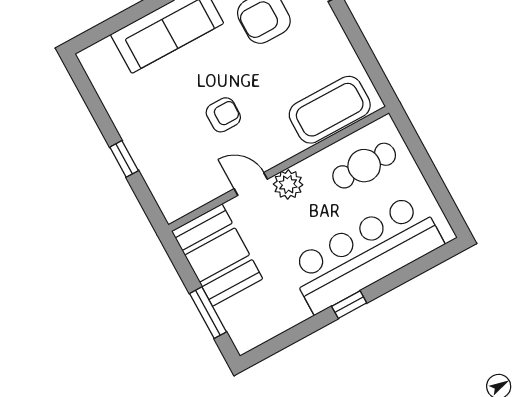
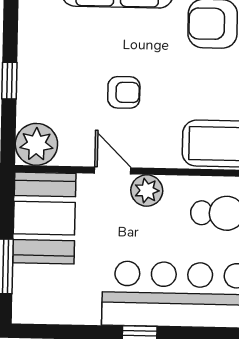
plant: (176, 198) -> (36, 144), added

